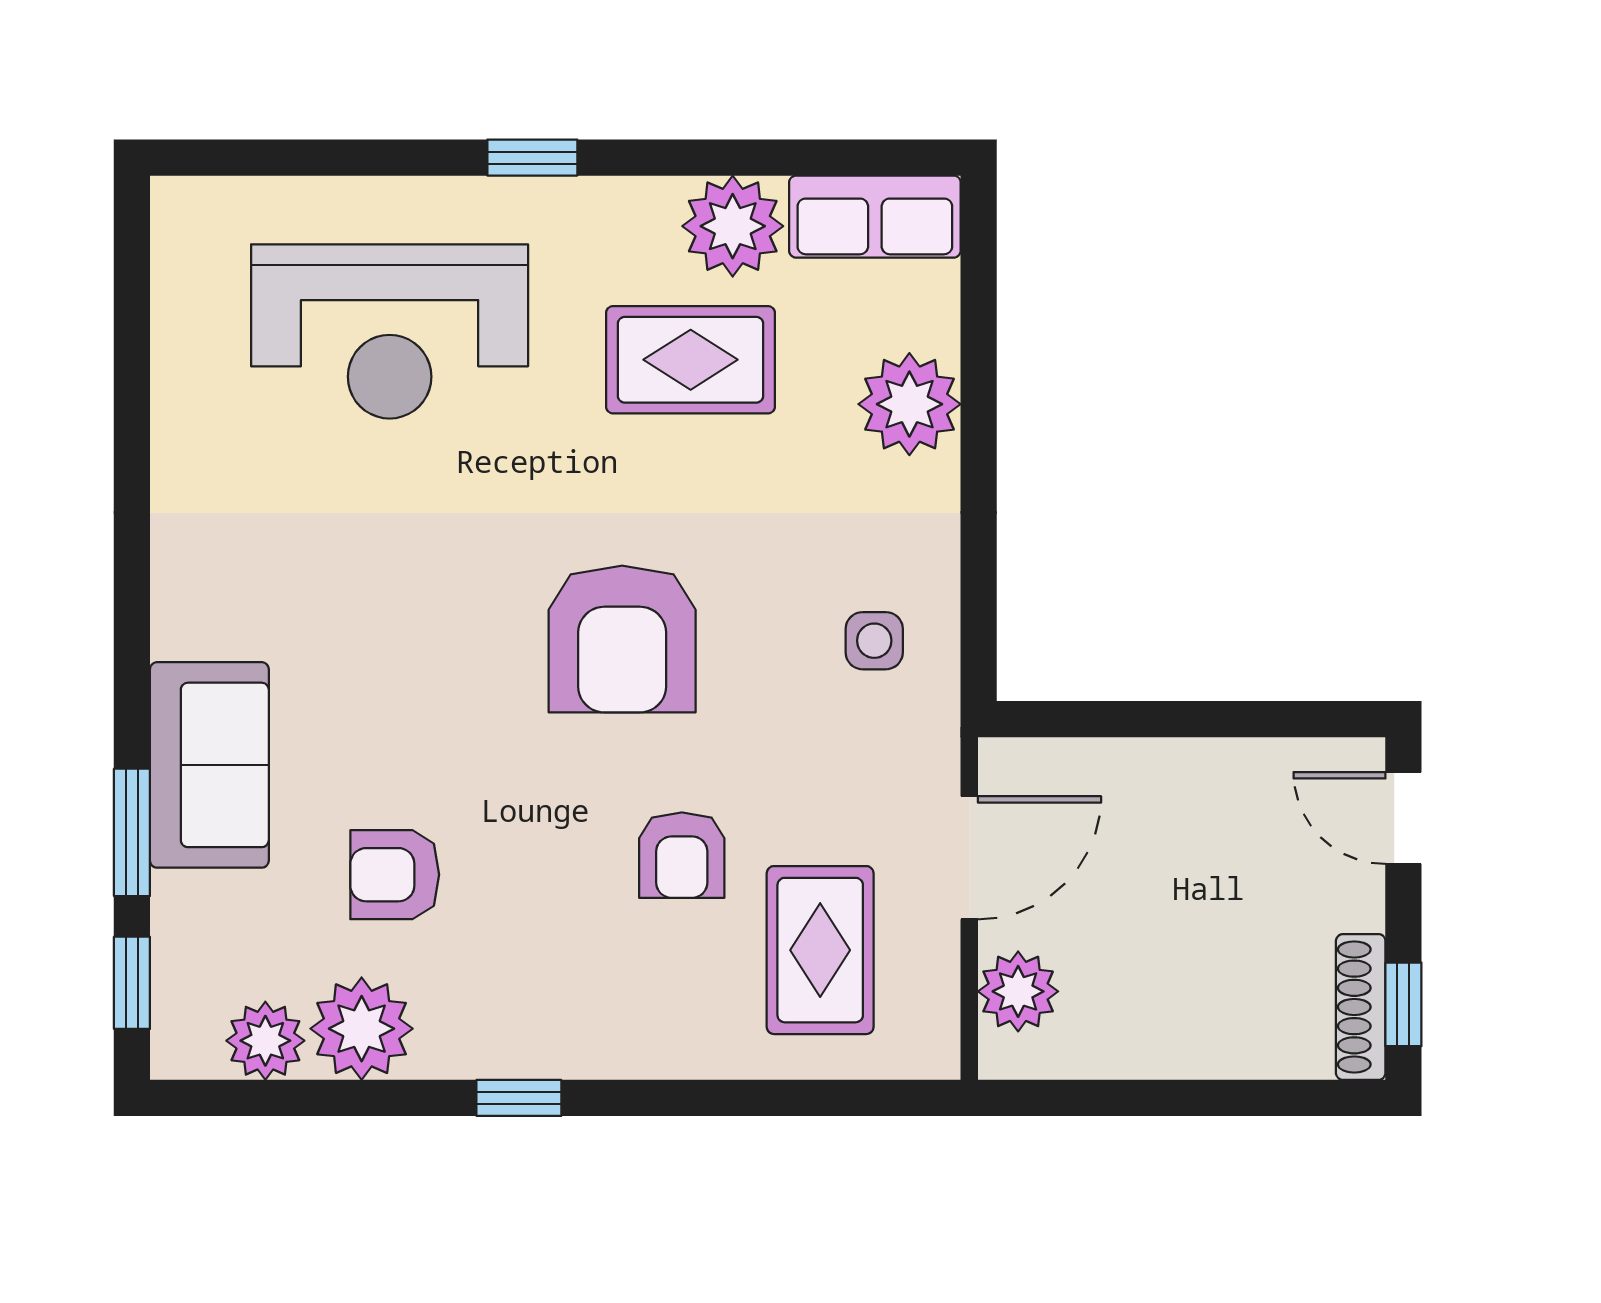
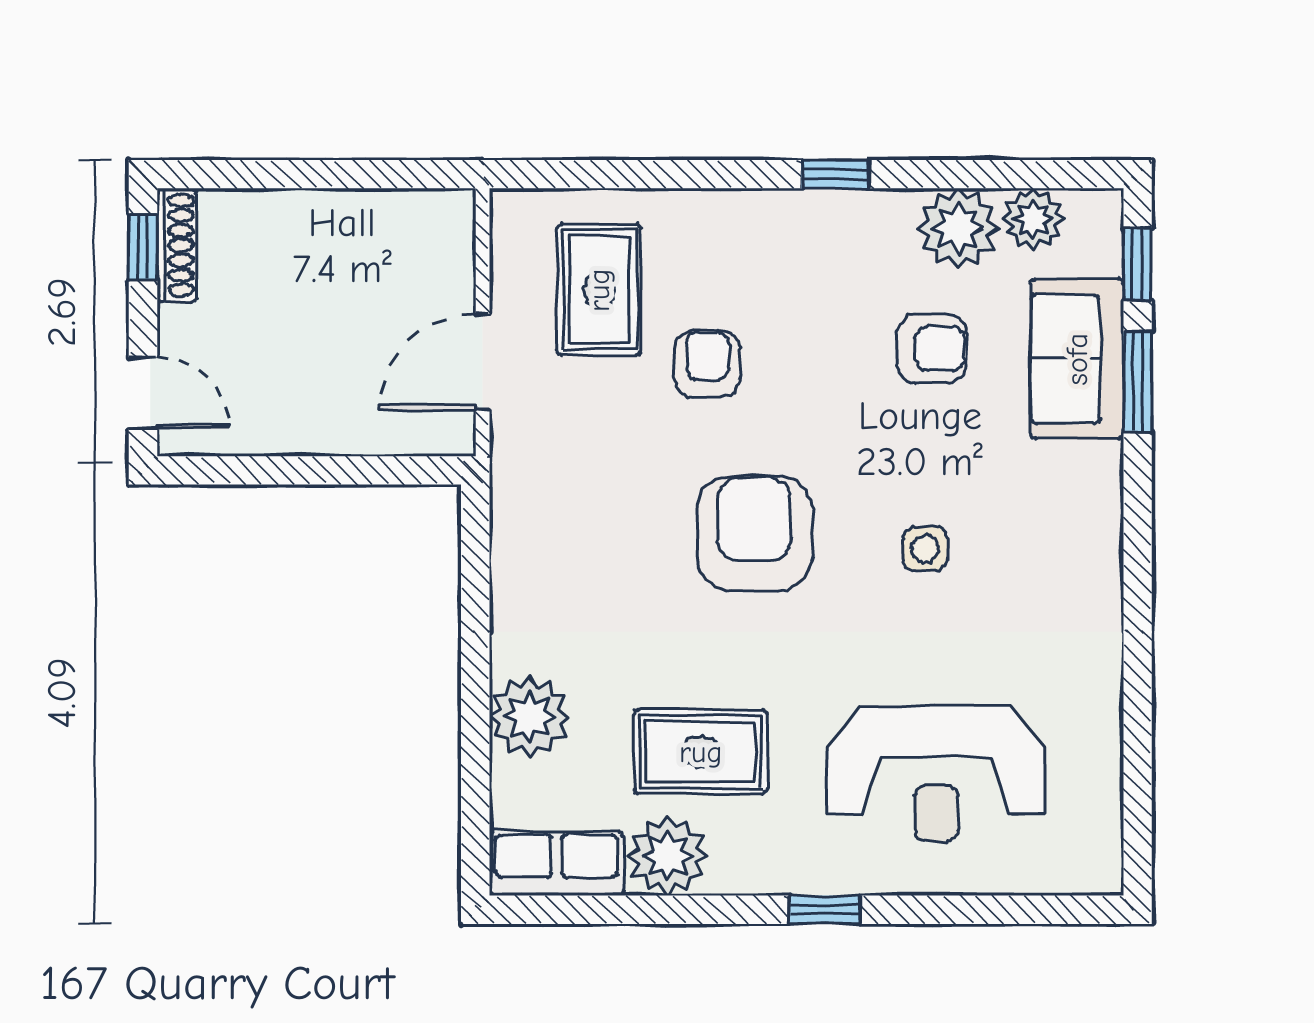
reception desk: (390, 331) -> (936, 774), turned 180
side table: (874, 641) -> (925, 549), moved
sofa: (209, 765) -> (1077, 359), moved
plant: (1018, 991) -> (444, 257), removed

